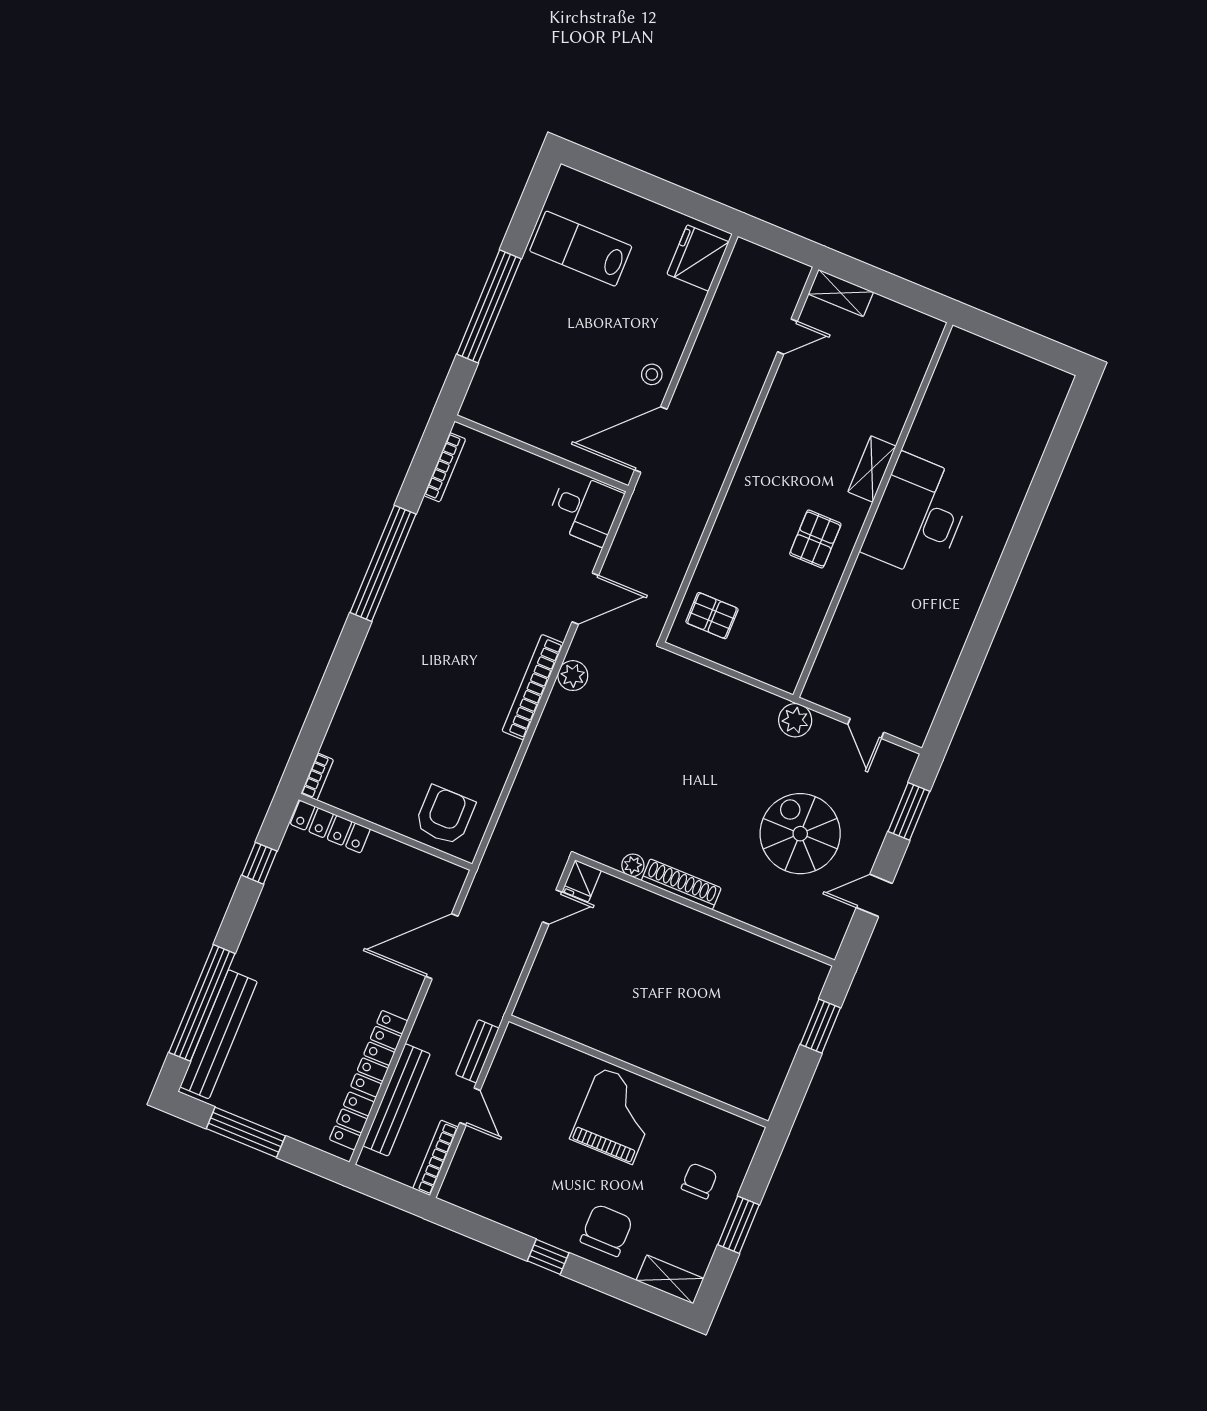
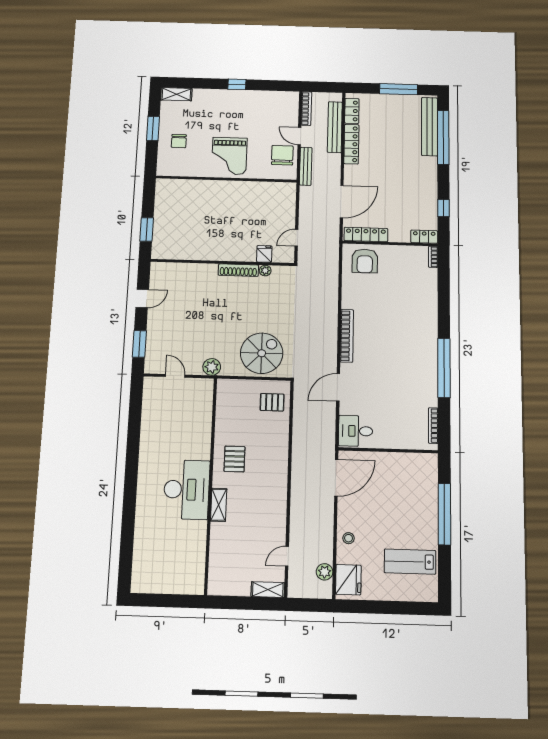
lab bench: (581, 249) -> (410, 562), turned 180
stool: (652, 374) -> (349, 538), moved
plant: (573, 676) -> (325, 572), moved
locker: (330, 826) -> (424, 237), width x0.66
spiral stairs: (800, 834) -> (262, 353), moved, turned -90
locker: (423, 866) -> (366, 235), added
fridge: (582, 881) -> (264, 254), moved
bench: (477, 1051) -> (306, 166), width x1.36
chair: (606, 1230) -> (282, 155), moved, turned 180

